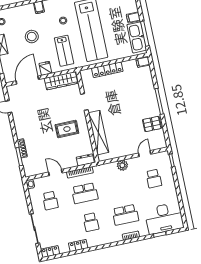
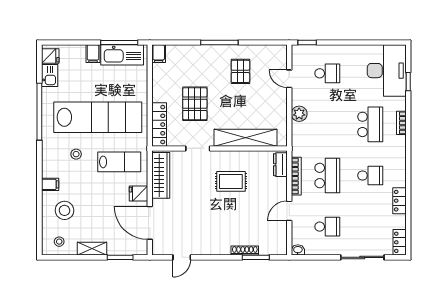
stool: (32, 37) -> (64, 210), moved
locker: (107, 70) -> (159, 125), moved
pallet: (114, 93) -> (195, 104), added
pallet: (152, 124) -> (240, 71), moved
rug: (67, 129) -> (231, 181), turned 90

